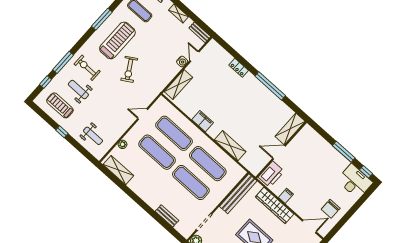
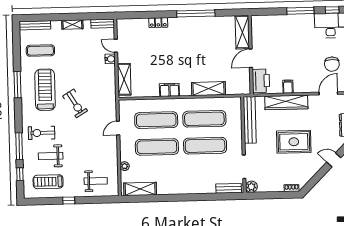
bench: (167, 216) -> (229, 188), moved

